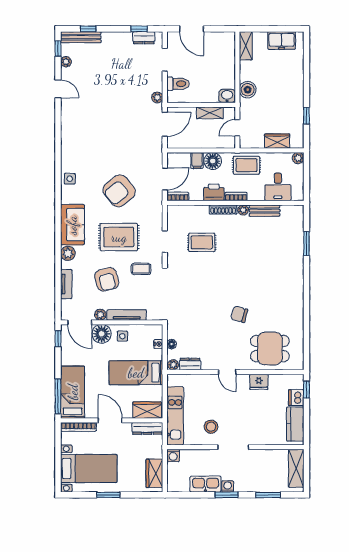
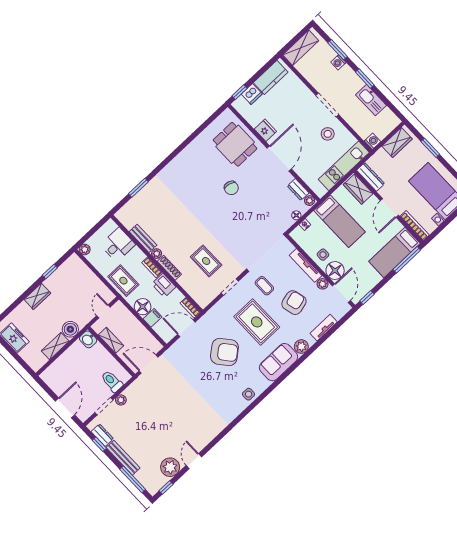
window: (88, 29) -> (133, 479), width x2.17
bench: (81, 37) -> (123, 458), moved
shelving: (246, 46) -> (55, 346), moved
plant: (66, 62) -> (170, 467), width x1.88, depth x1.88
plant: (157, 97) -> (121, 400), moved
door: (237, 128) -> (103, 311), swing flipped
wardrobe: (277, 141) -> (37, 296), moved, turned -90
door: (227, 372) -> (279, 159), width x1.88
washing machine: (228, 486) -> (338, 62), moved
window: (108, 495) -> (430, 148), moved

